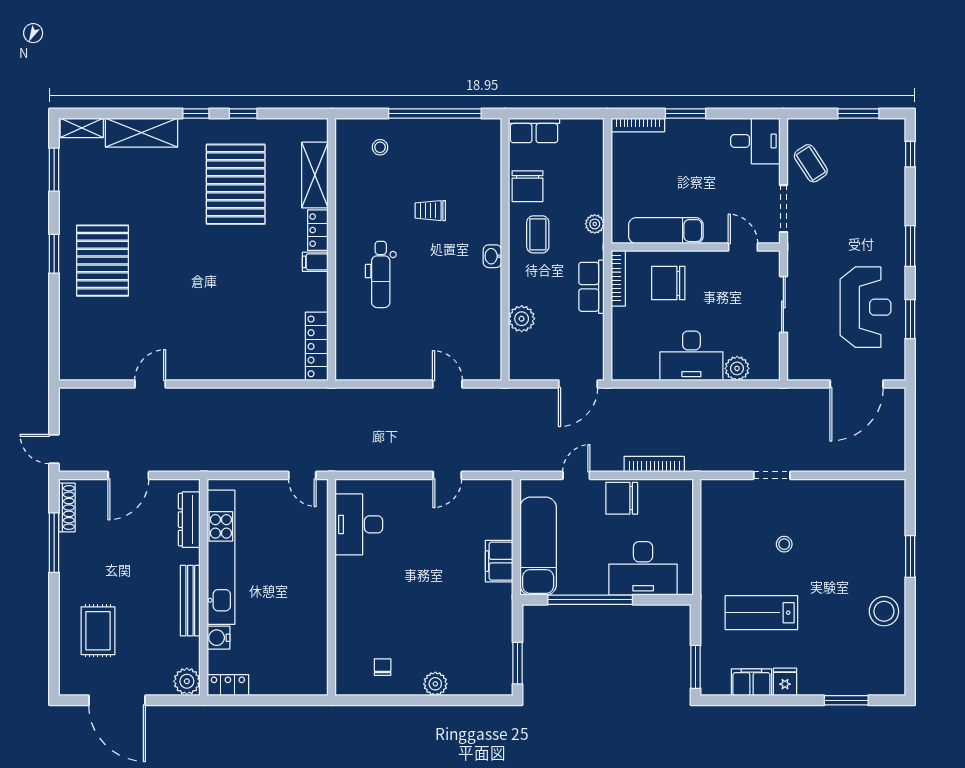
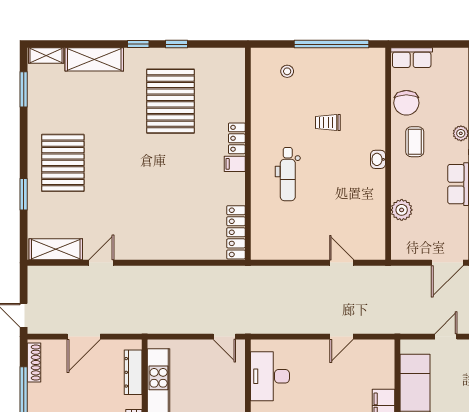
shelving: (315, 175) -> (56, 249), moved, turned 90
window: (54, 254) -> (24, 194), moved

